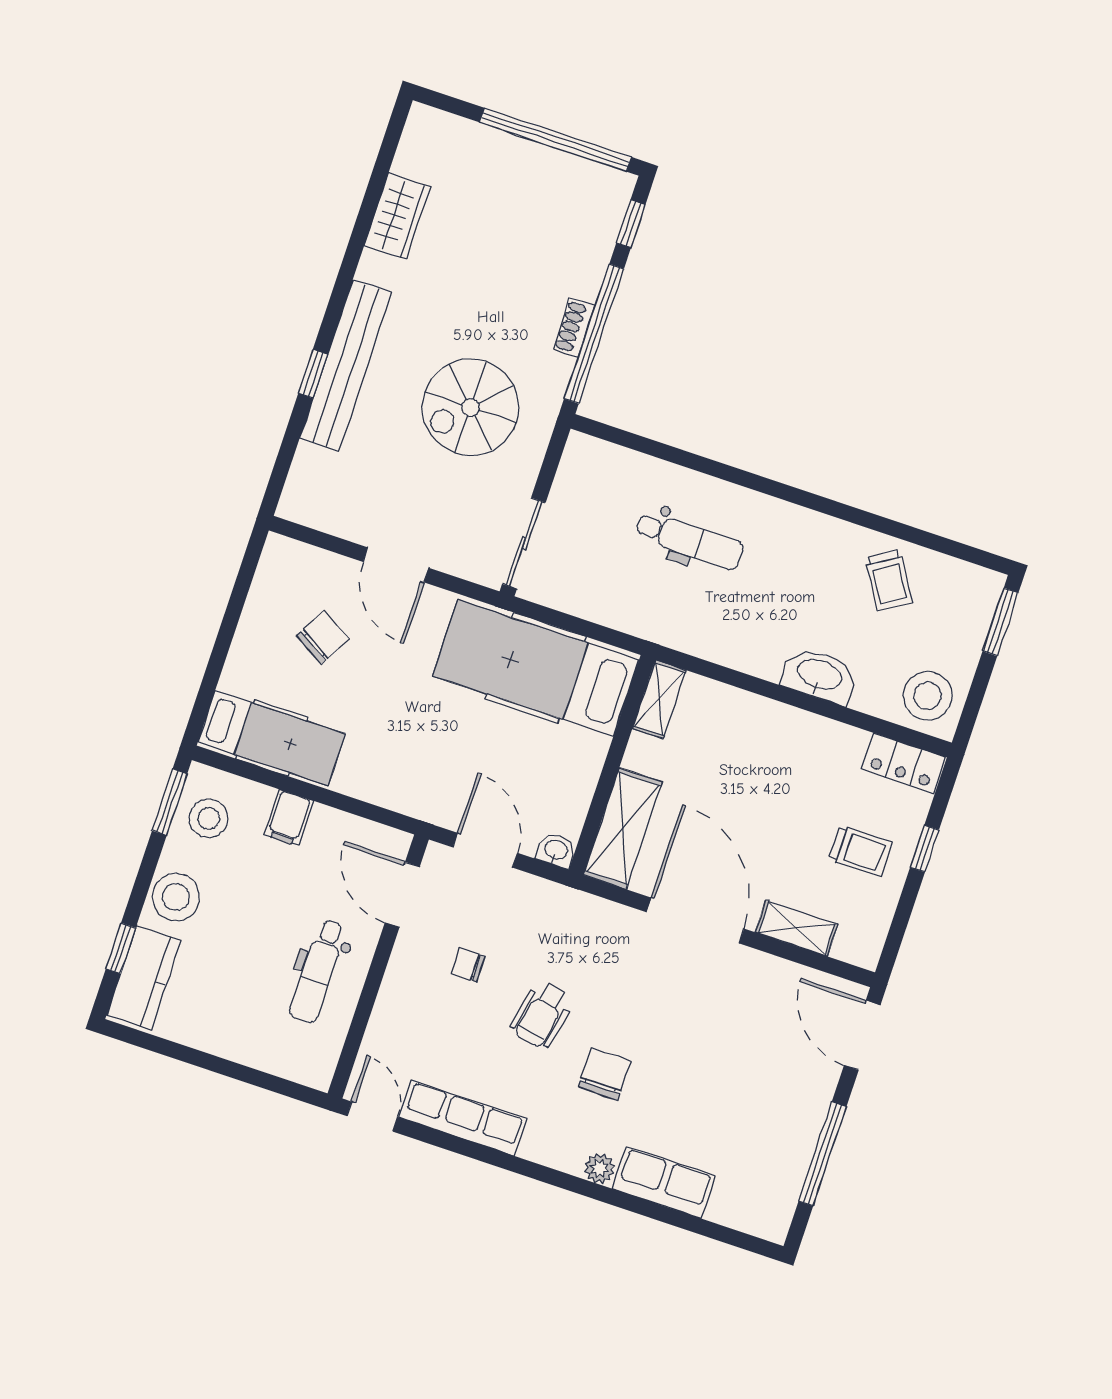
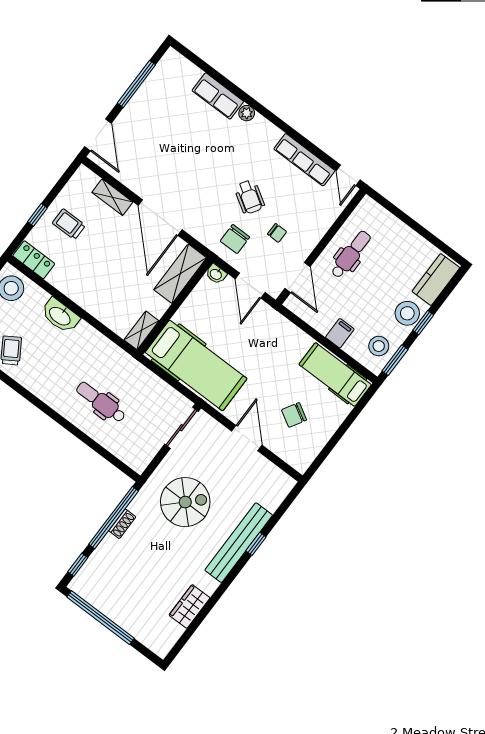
window: (121, 948) -> (423, 323), moved
wheelchair: (542, 1015) -> (249, 197), turned 111
chair: (604, 1074) -> (235, 239), moved

